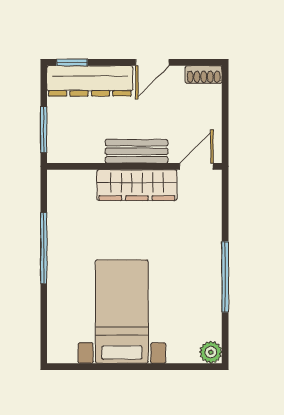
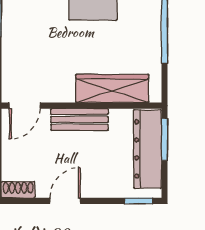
dresser: (90, 81) -> (148, 149), moved, turned -90
wardrobe: (137, 185) -> (112, 89), moved

